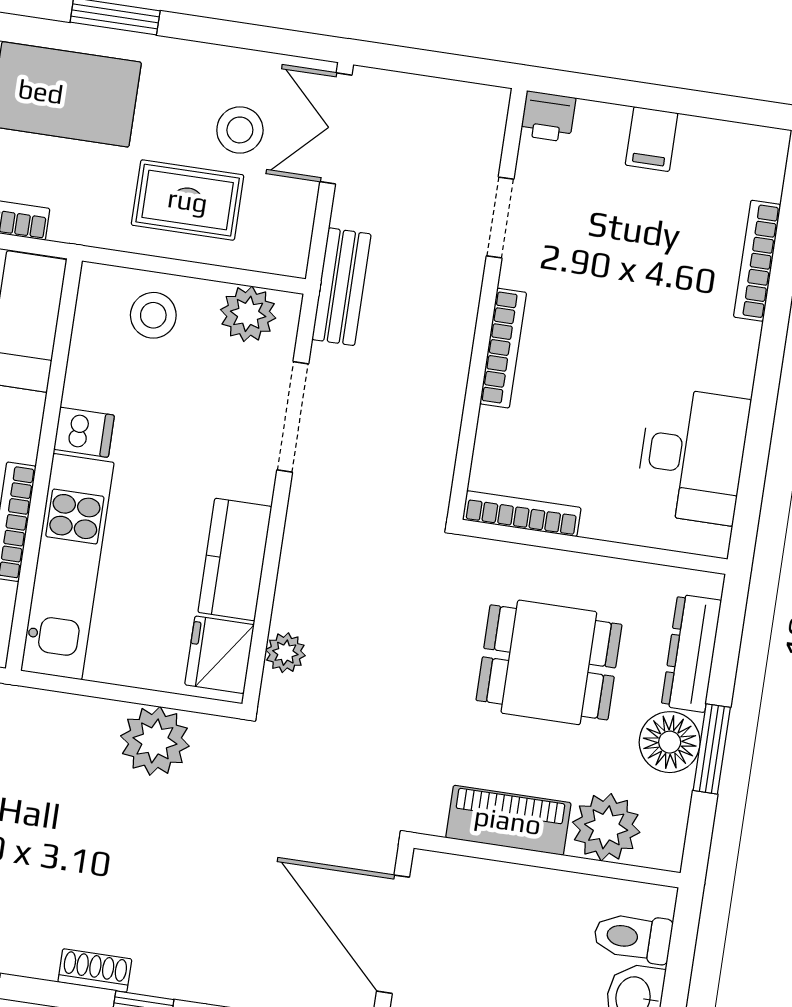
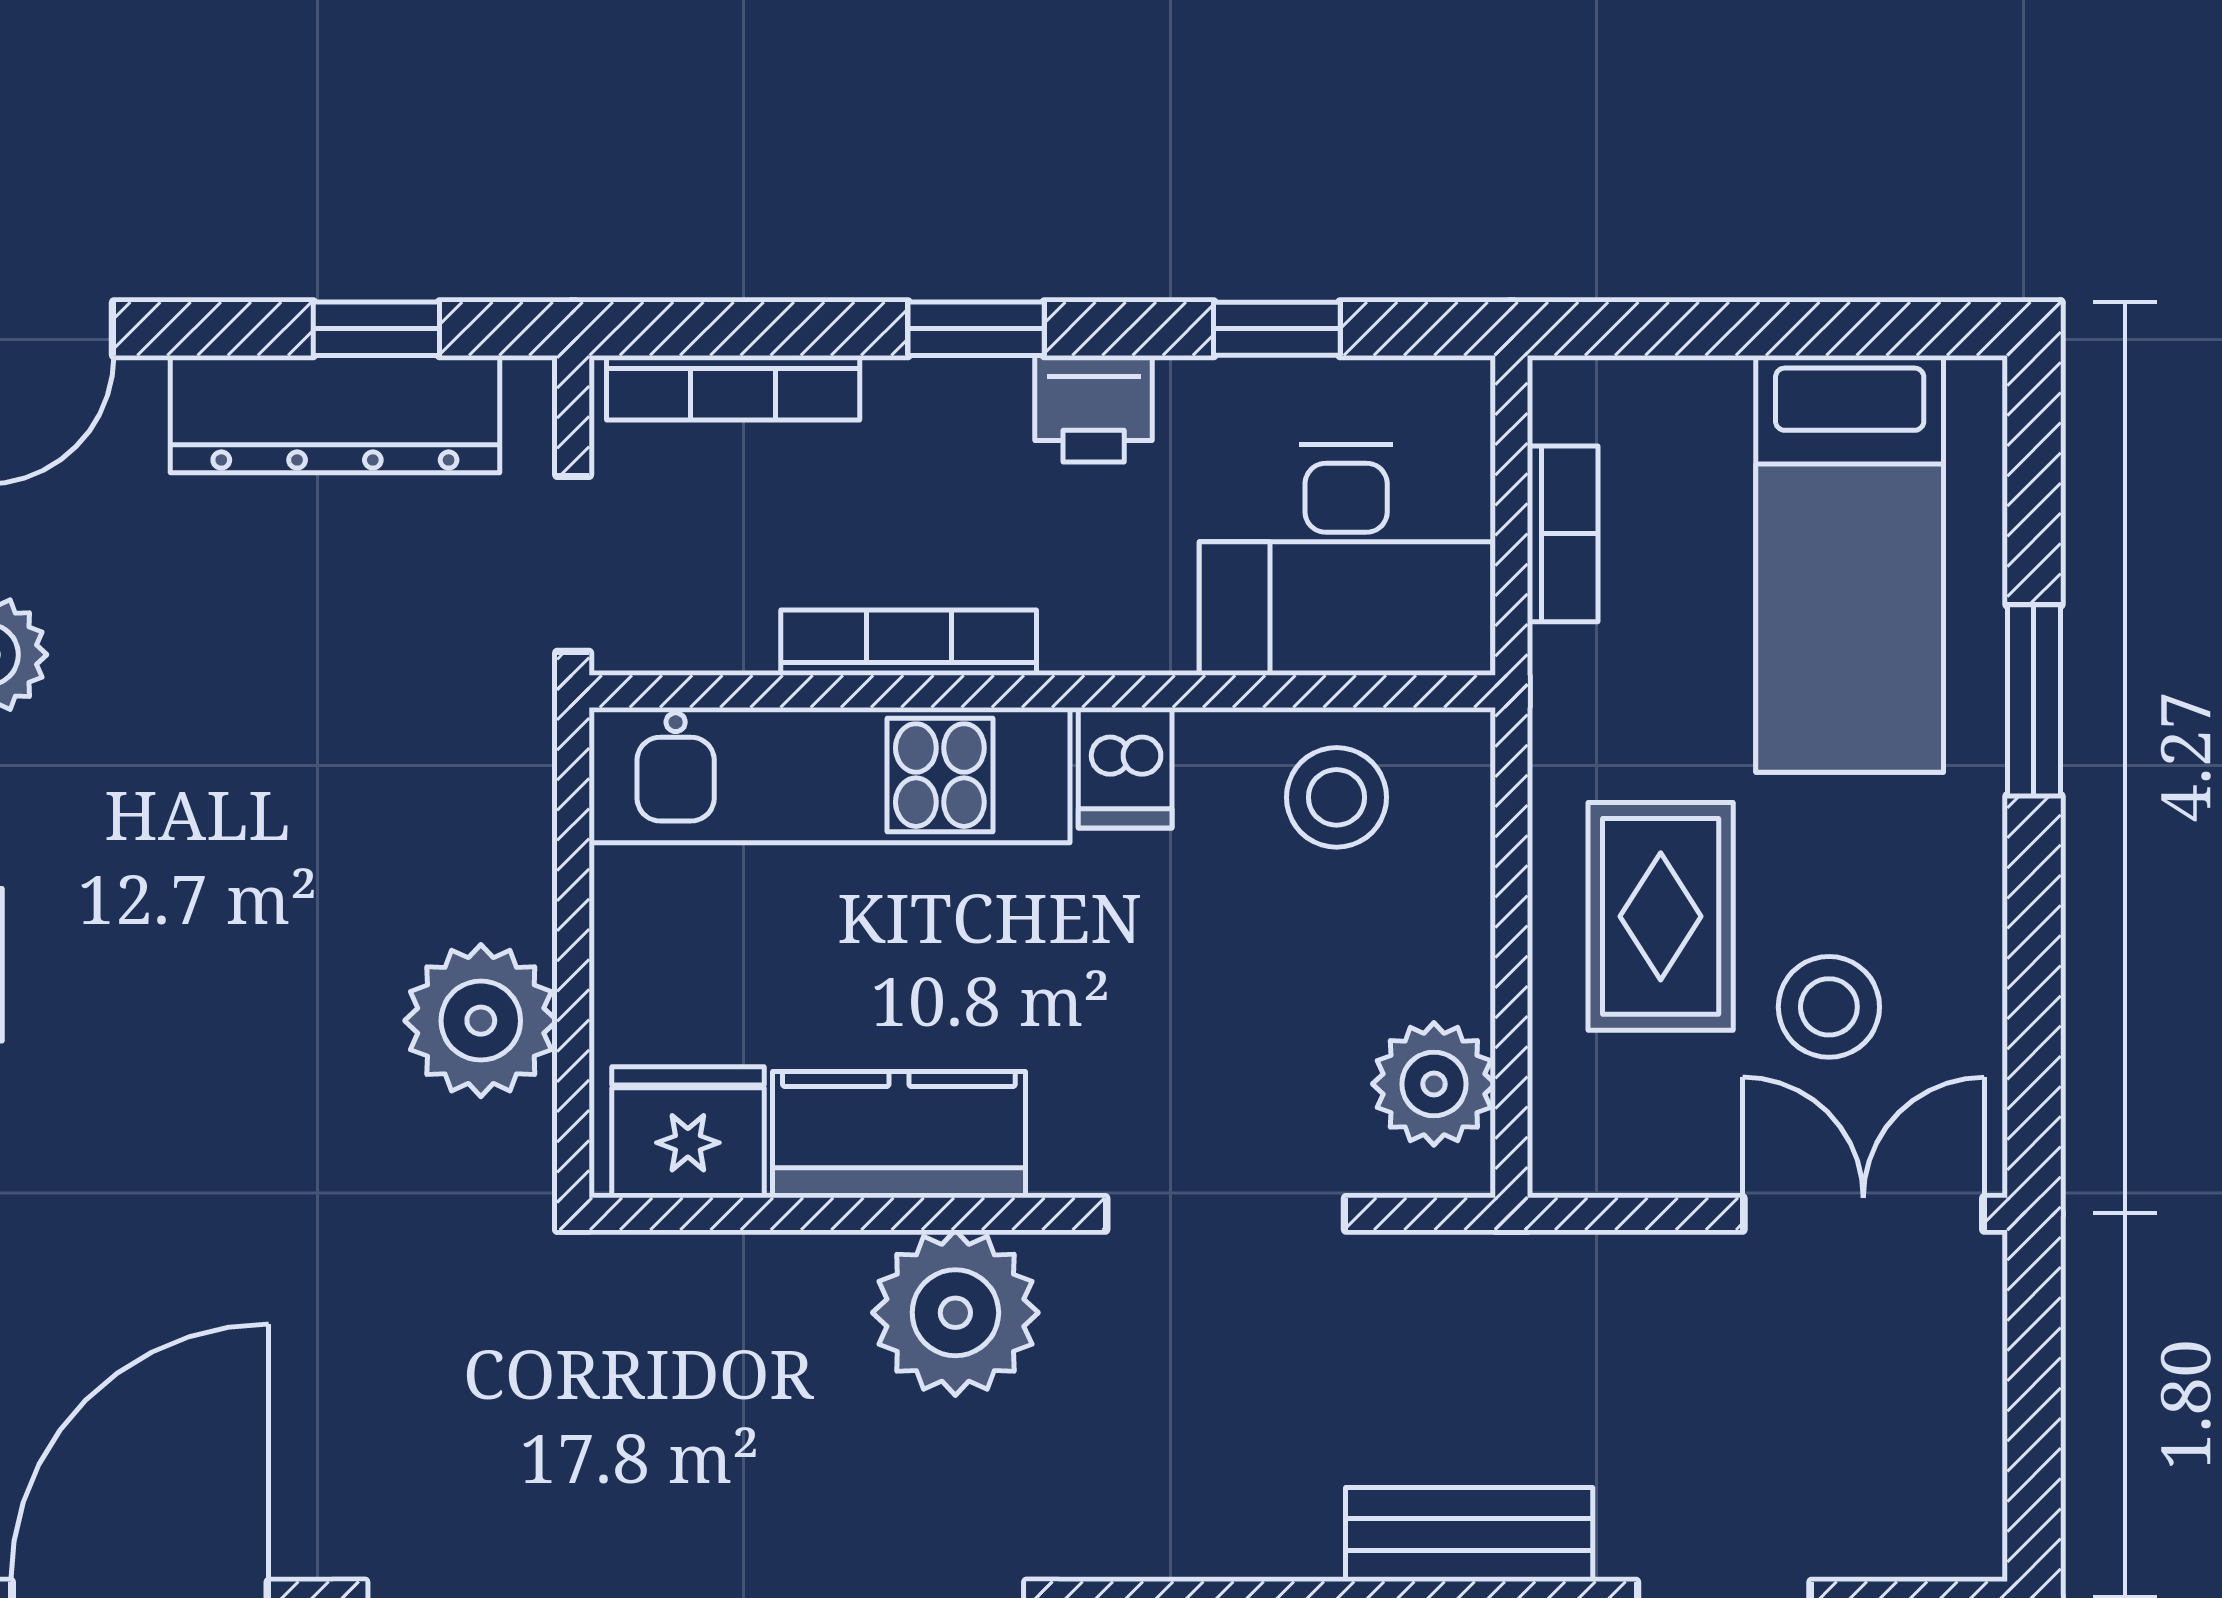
bench: (341, 287) -> (1469, 1535), moved
stool: (153, 315) -> (1336, 797), moved
plant: (285, 653) -> (955, 1313), moved, width x1.88, depth x1.88

